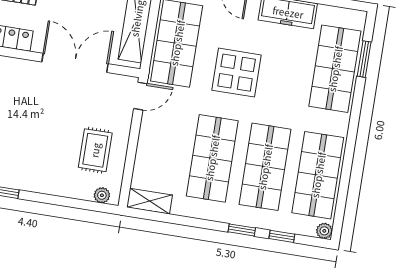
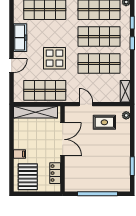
double door: (75, 63) -> (63, 139), swing flipped
door: (140, 96) -> (86, 104), moved

